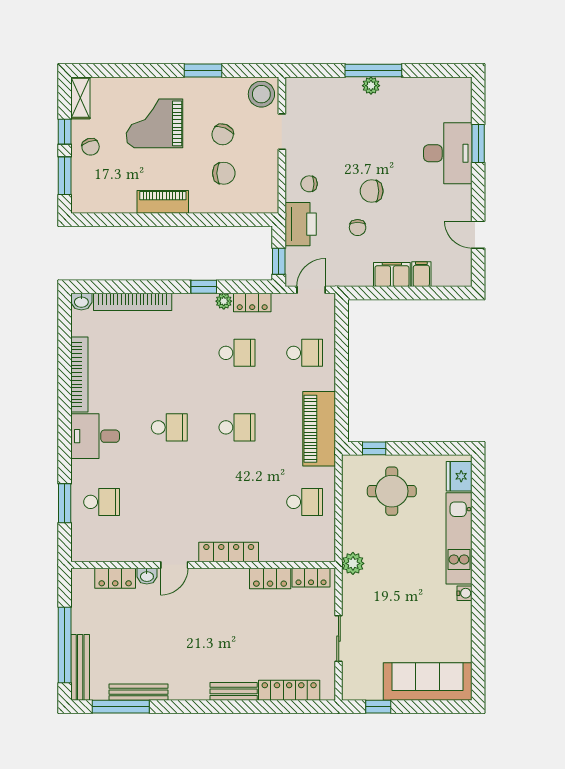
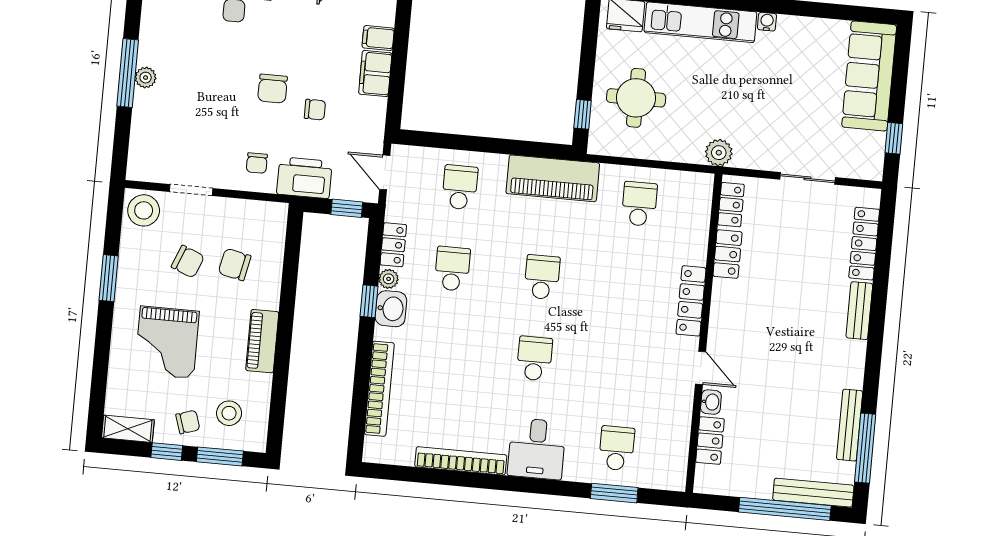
chair: (224, 173) -> (235, 265), turned -78
stool: (101, 180) -> (229, 413), added
washbasin: (81, 302) -> (391, 309), moved, width x1.38, depth x1.45

